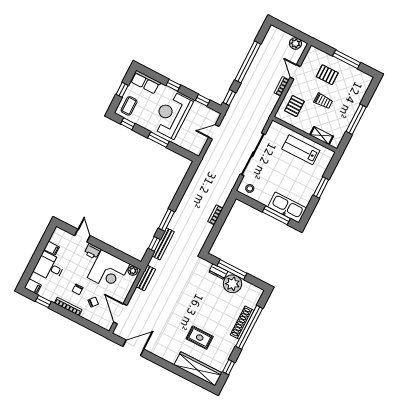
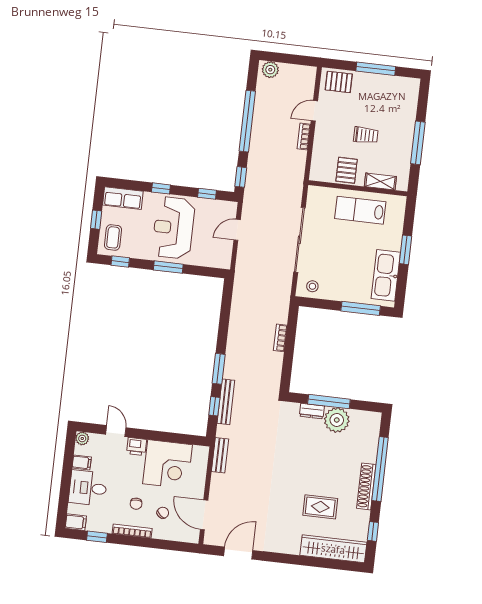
plant: (295, 43) -> (270, 70), moved
door: (295, 72) -> (314, 111), hinge flipped
pallet: (327, 75) -> (339, 82), moved
pallet: (294, 106) -> (347, 170), moved
kitchen sink: (287, 207) -> (386, 275), moved, turned -90
plant: (133, 271) -> (82, 438), moved
shoe rack: (242, 323) -> (366, 486), moved

